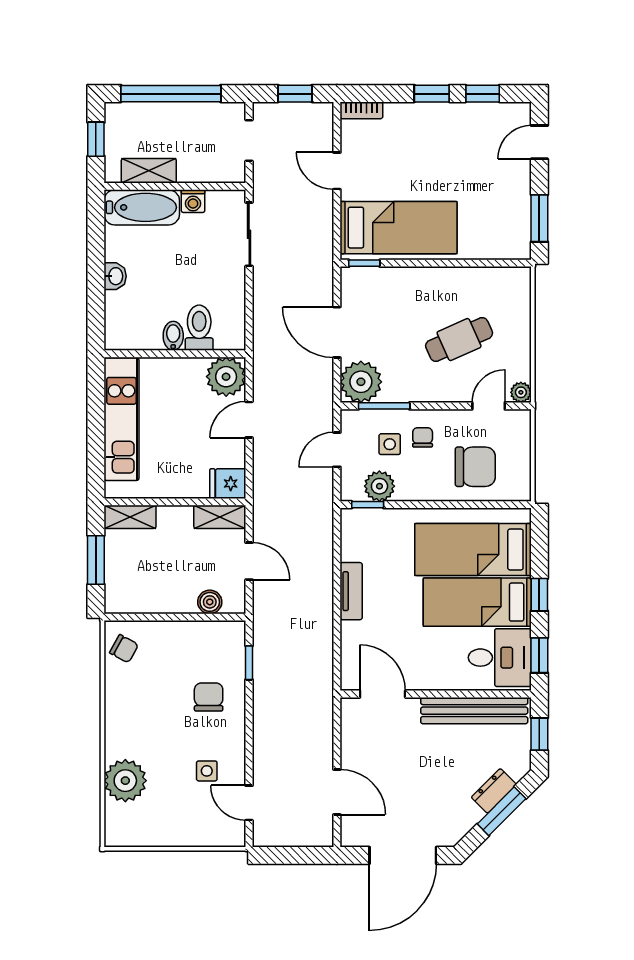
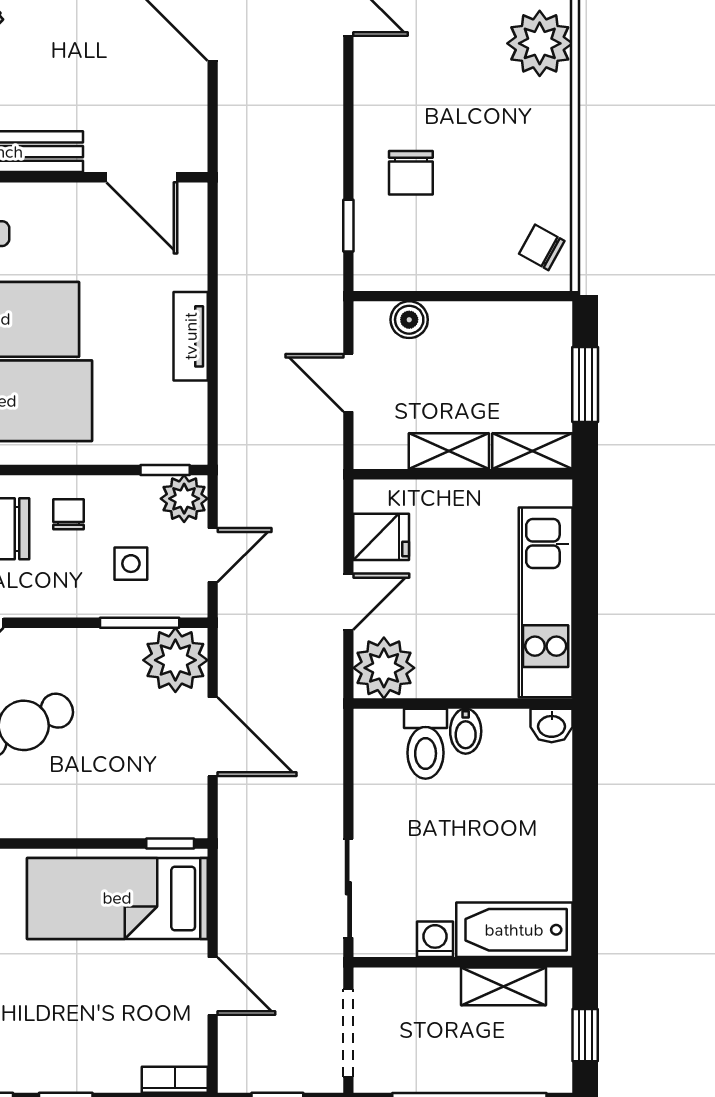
doorway: (249, 140) -> (348, 1033), width x1.38
washbasin: (115, 276) -> (552, 725), moved, turned -90
chair: (423, 437) -> (68, 514), moved, turned 180
fridge: (228, 484) -> (381, 537), moved
plant: (379, 486) -> (184, 499), moved
shelving: (220, 517) -> (449, 451), moved
side table: (207, 771) -> (414, 58), removed

